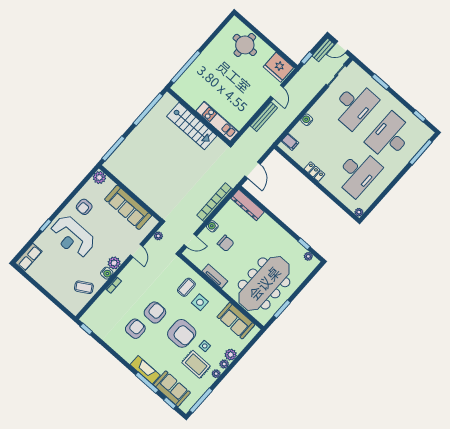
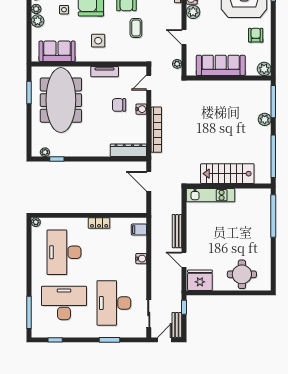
desk: (390, 137) -> (64, 303), turned -90
plant: (131, 141) -> (265, 119), added
coffee table: (186, 287) -> (136, 28), moved

